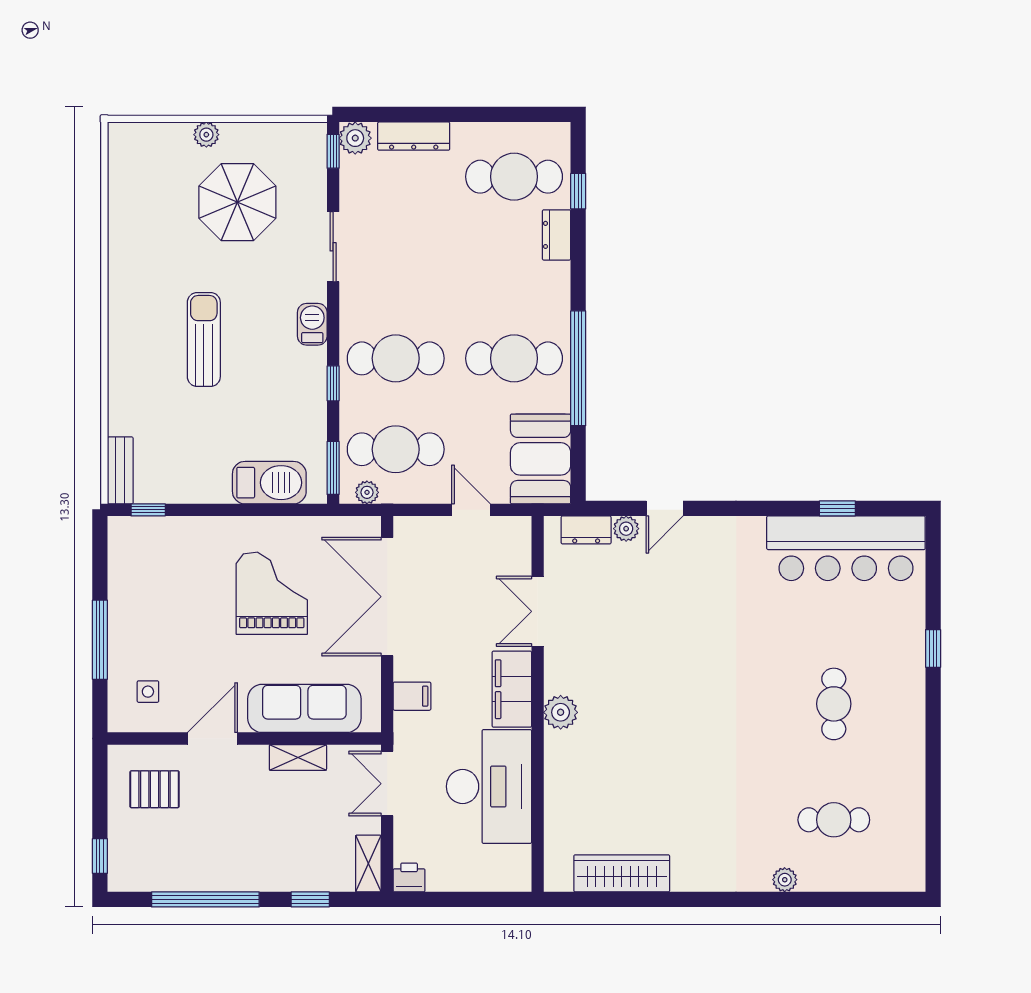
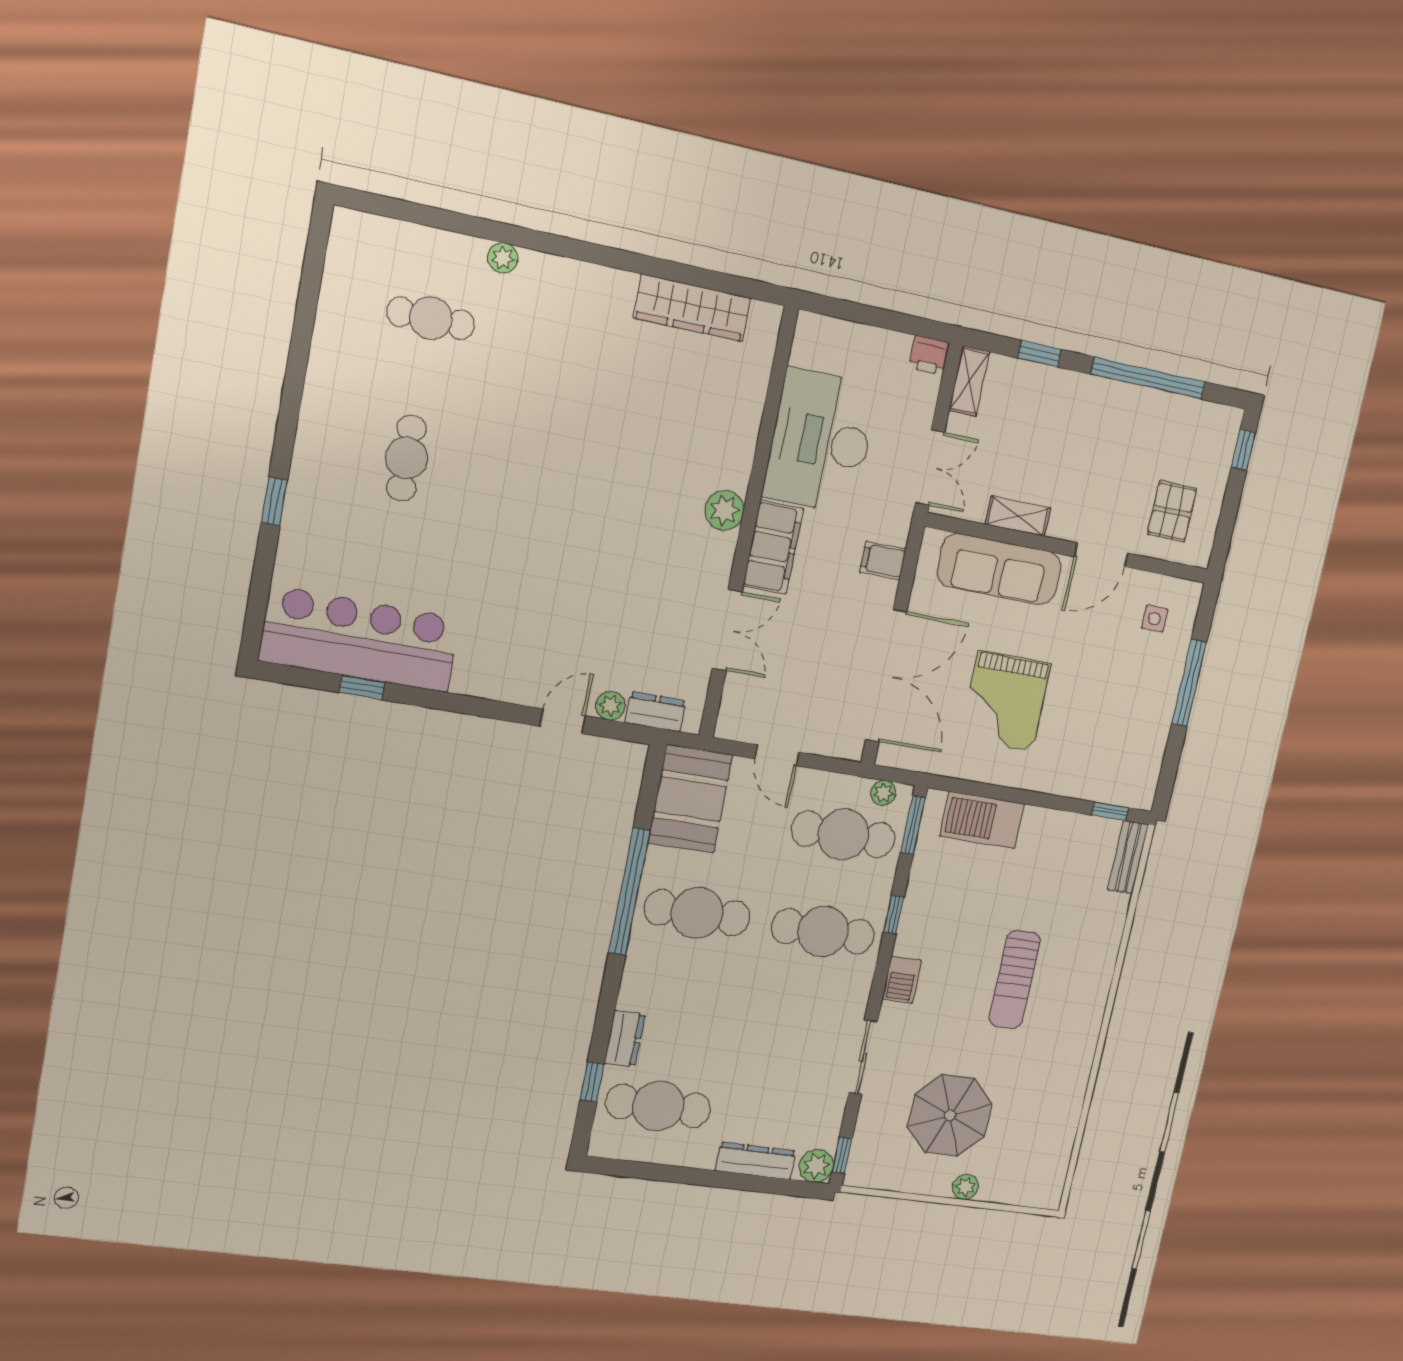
pallet: (155, 789) -> (1172, 511), turned 90

